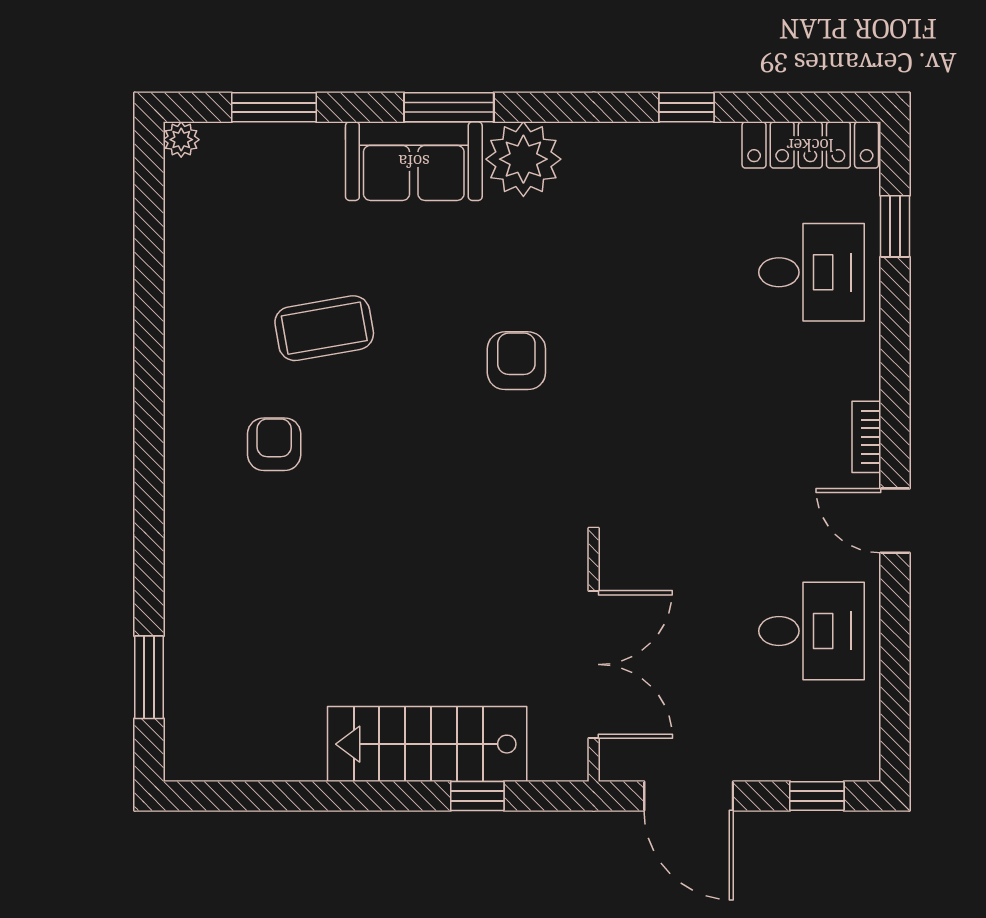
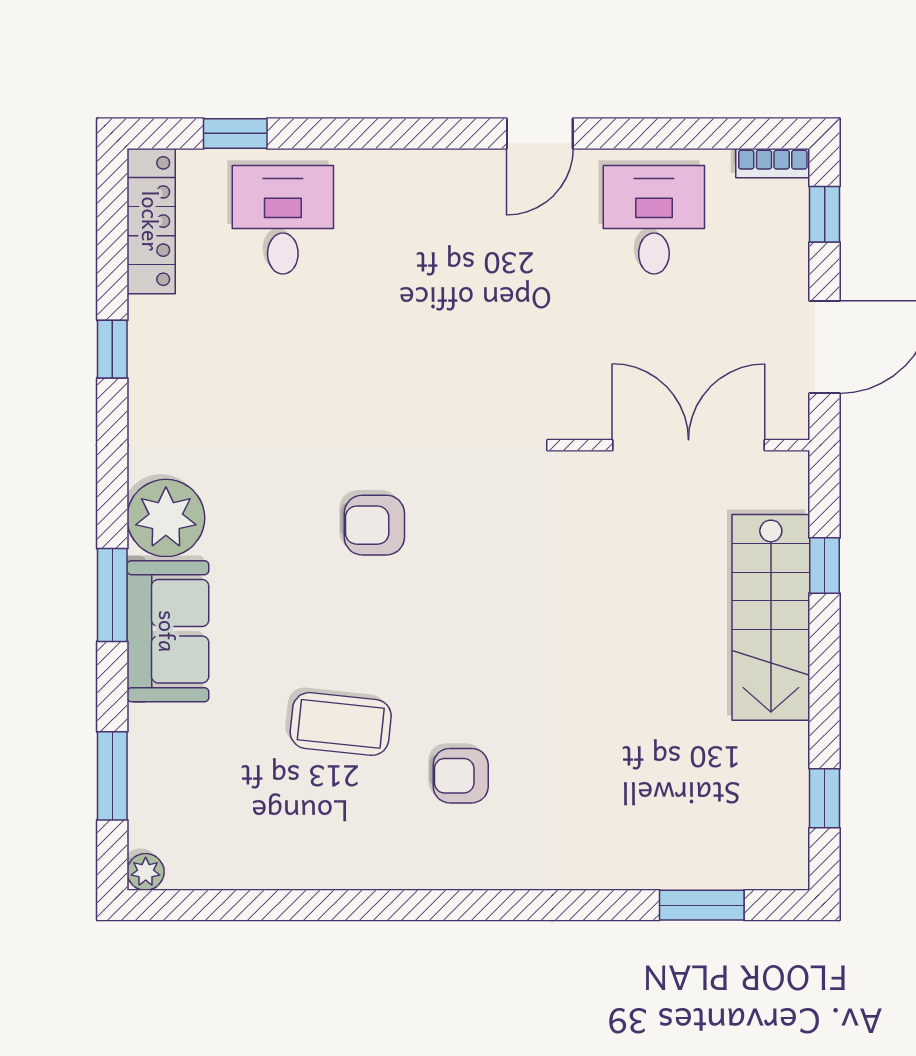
coffee table: (324, 328) -> (341, 724), turned -74
bookcase: (866, 437) -> (773, 163), moved
window: (252, 796) -> (825, 798), added

